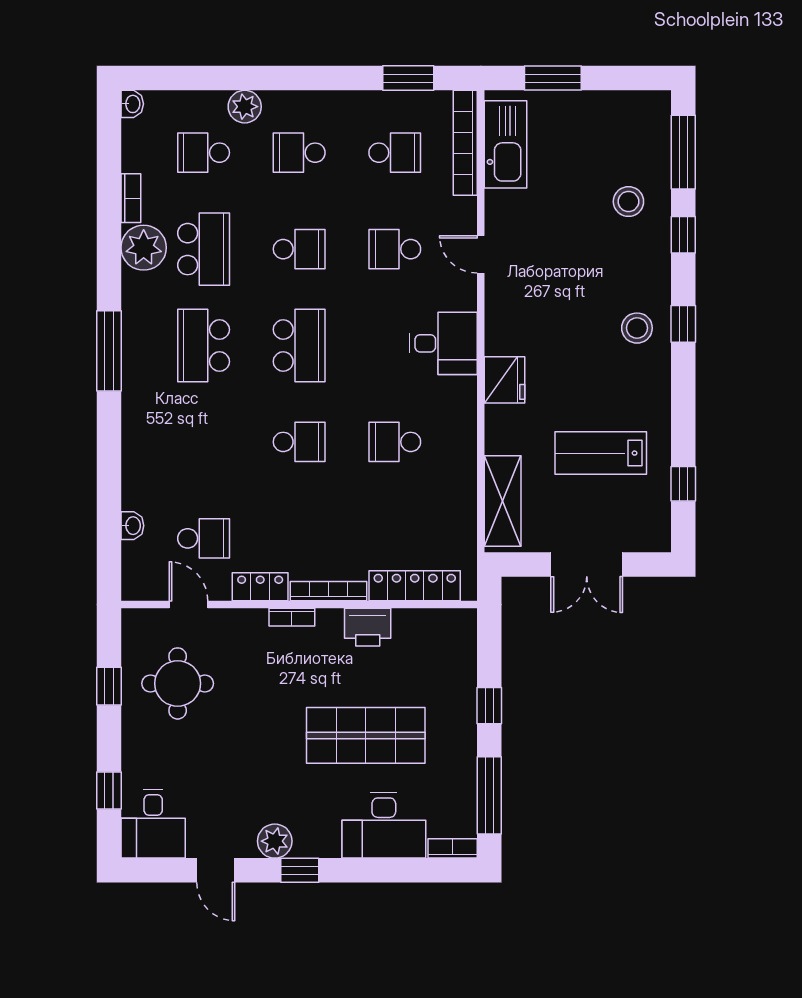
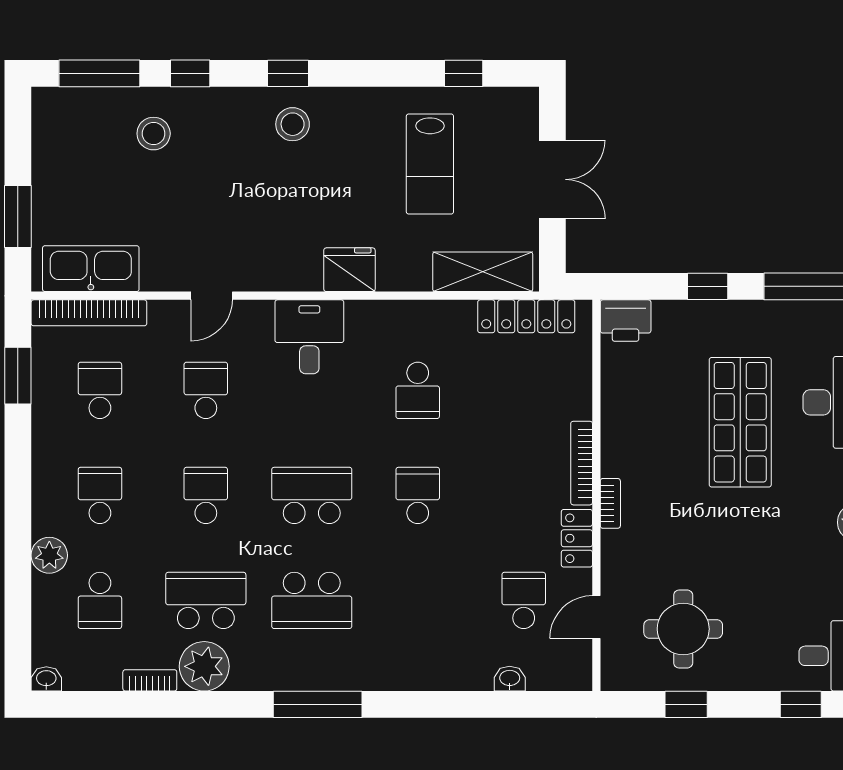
school desk: (299, 153) -> (100, 495), turned 180
school desk: (395, 249) -> (206, 390), turned 180
locker: (415, 586) -> (526, 316), moved, turned -90
printer: (368, 627) -> (626, 321), moved, turned 90

